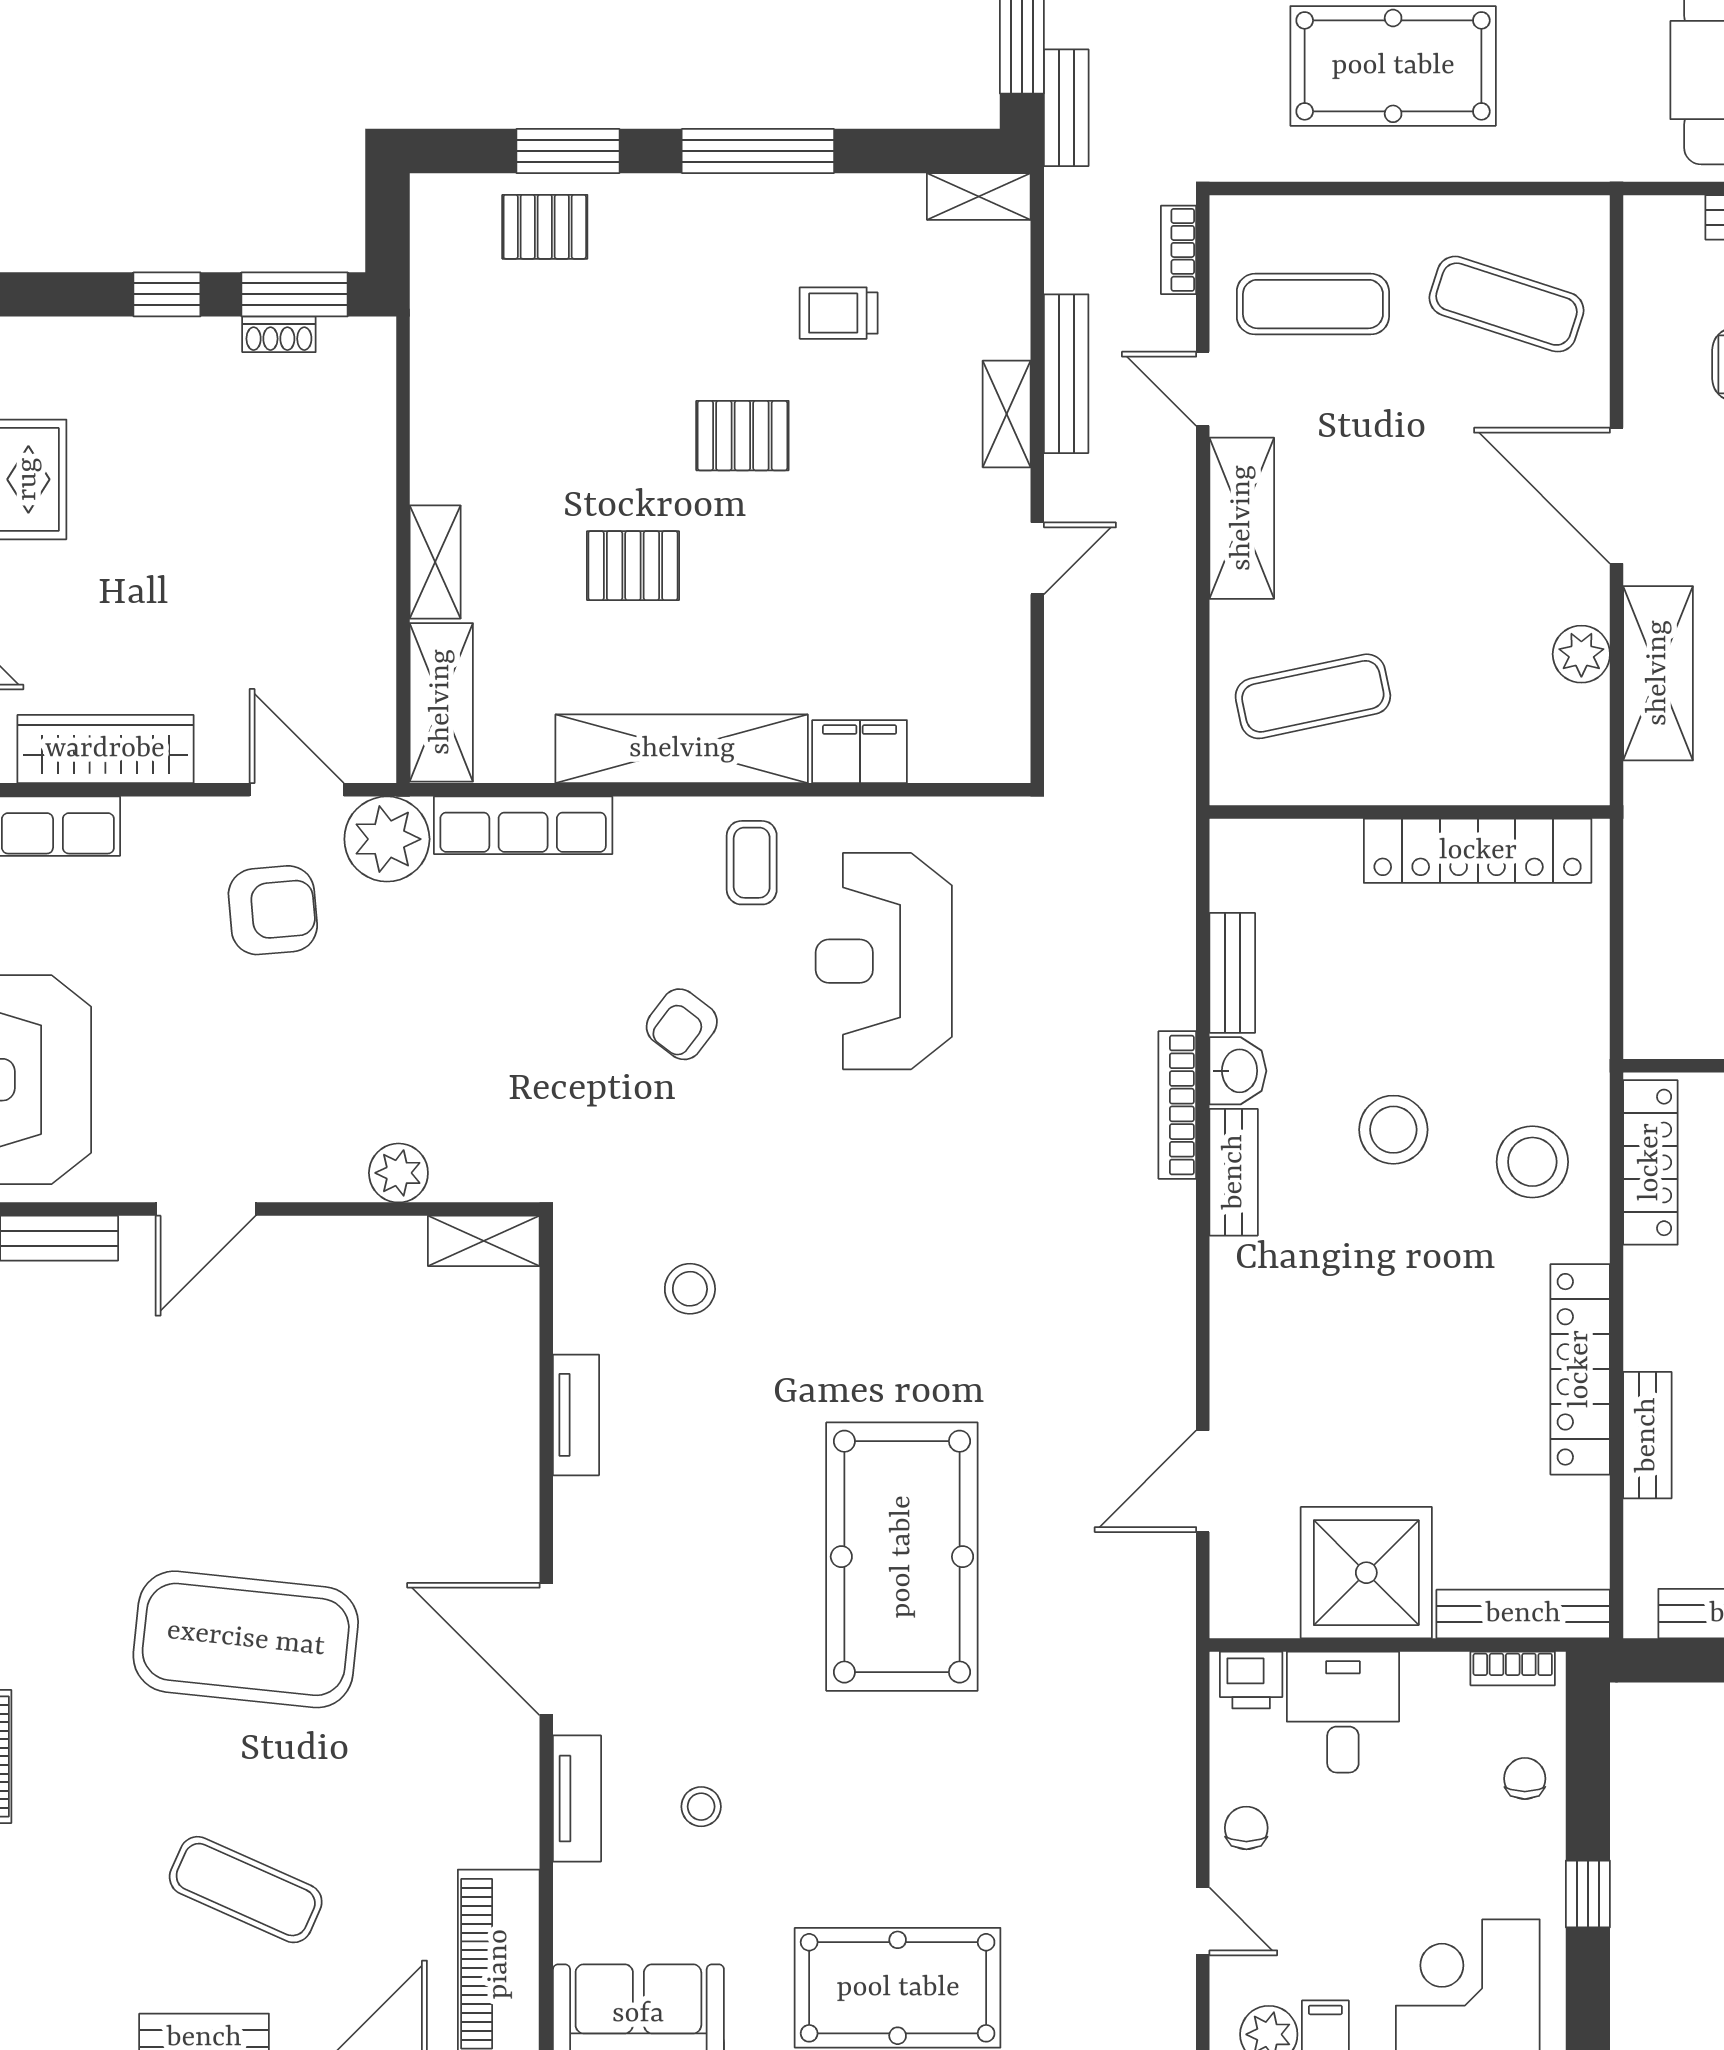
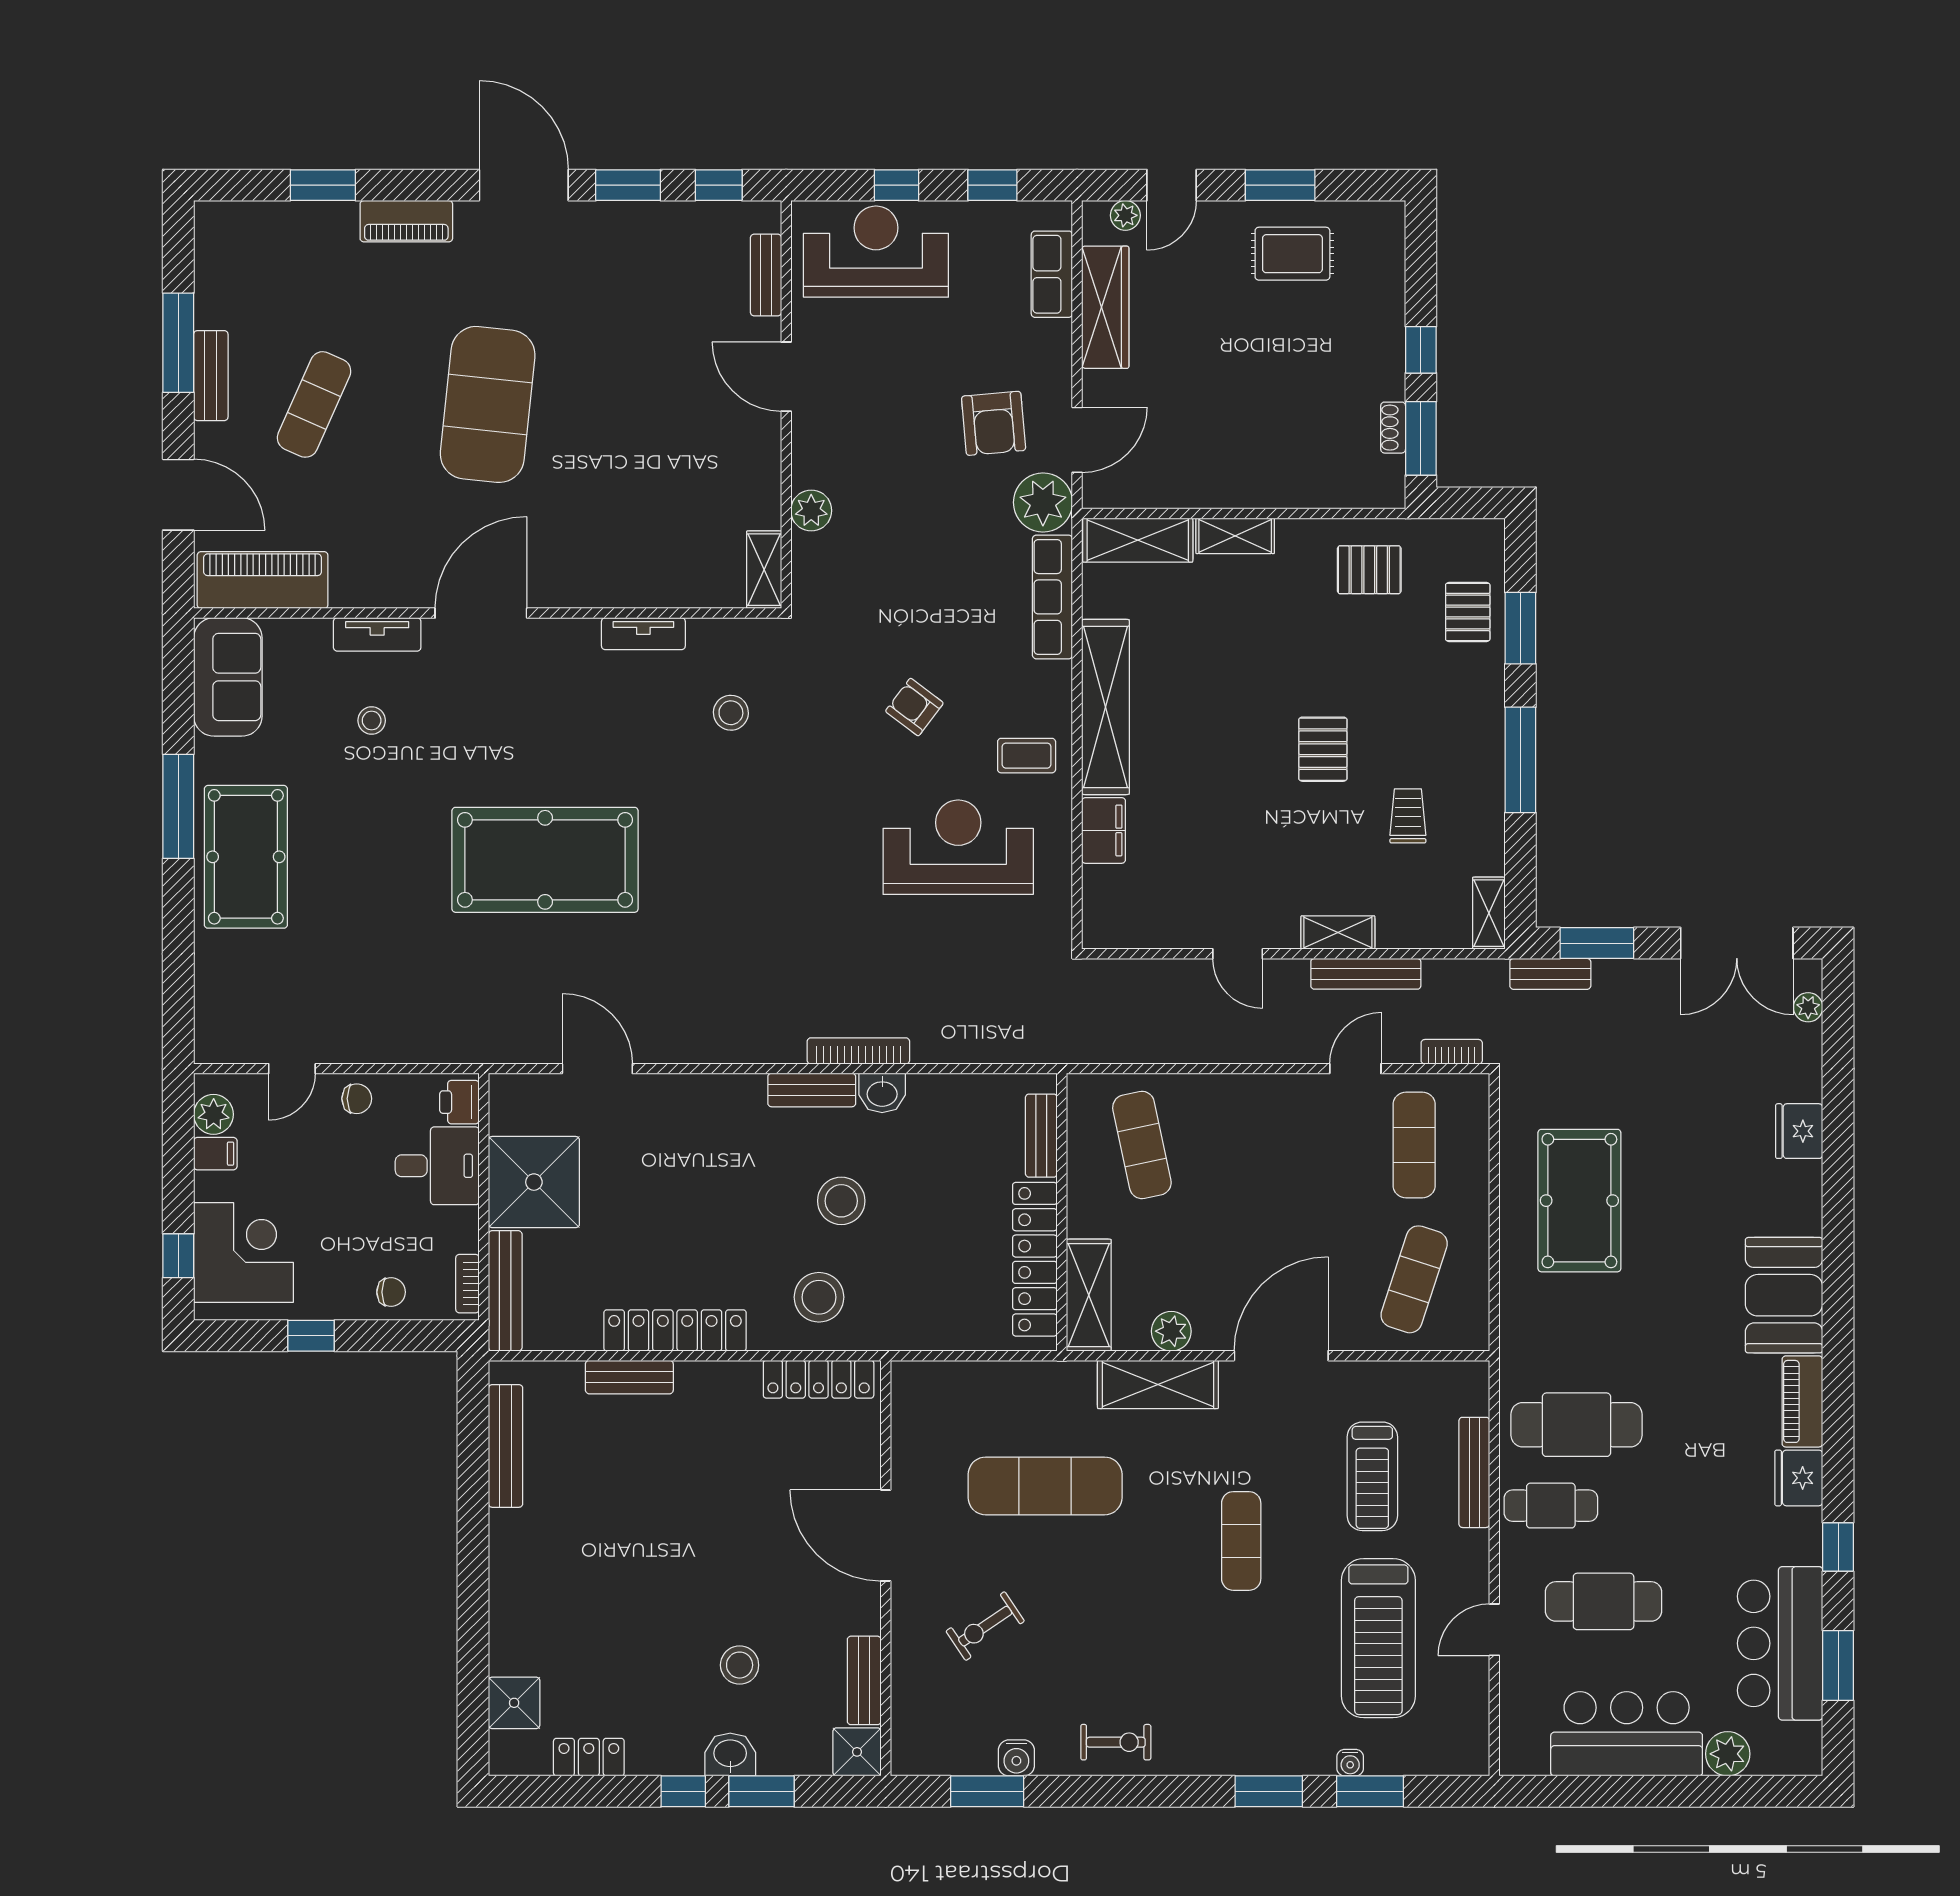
shelving: (1242, 518) -> (1089, 1295), moved, turned 90
pallet: (633, 566) -> (1369, 570), moved, turned 90
bench: (1232, 973) -> (1041, 1136), moved, turned 90

